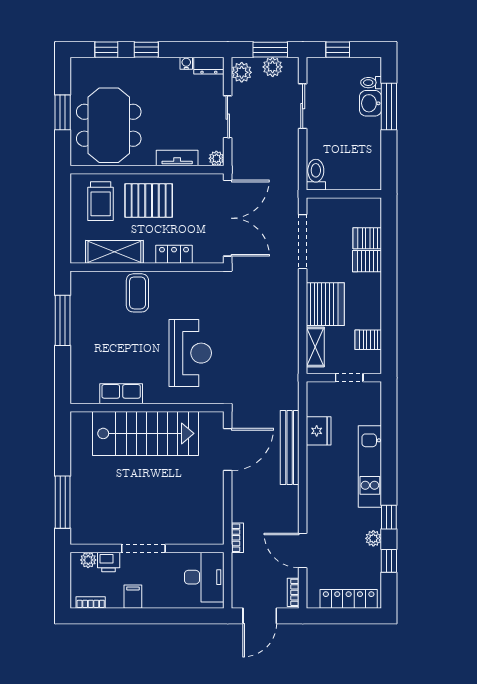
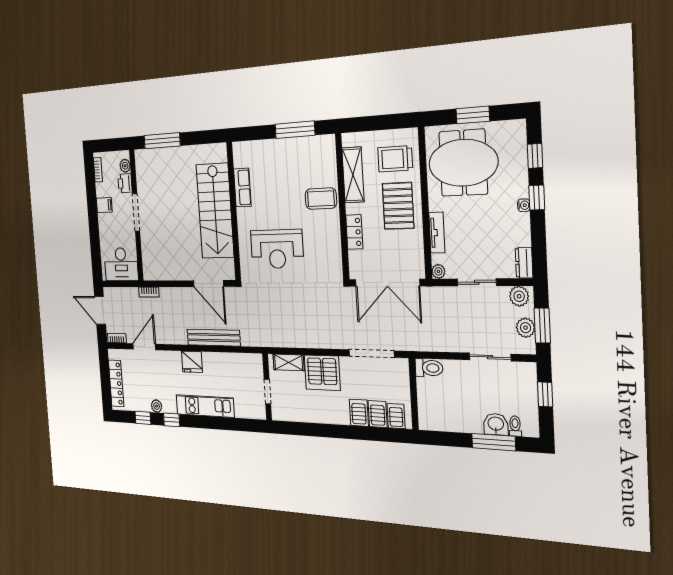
water cooler: (186, 63) -> (524, 205), moved
server rack: (368, 340) -> (396, 416), moved
fridge: (319, 431) -> (192, 362), moved

